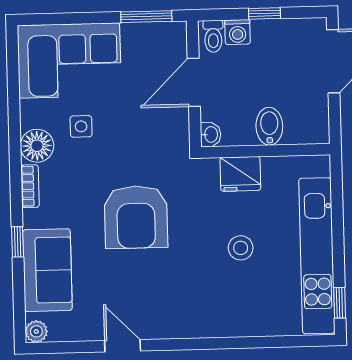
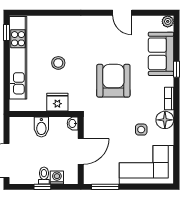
toilet: (213, 36) -> (44, 176), moved

